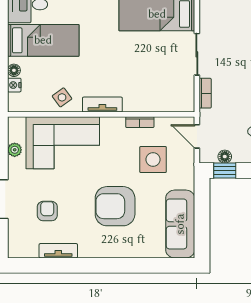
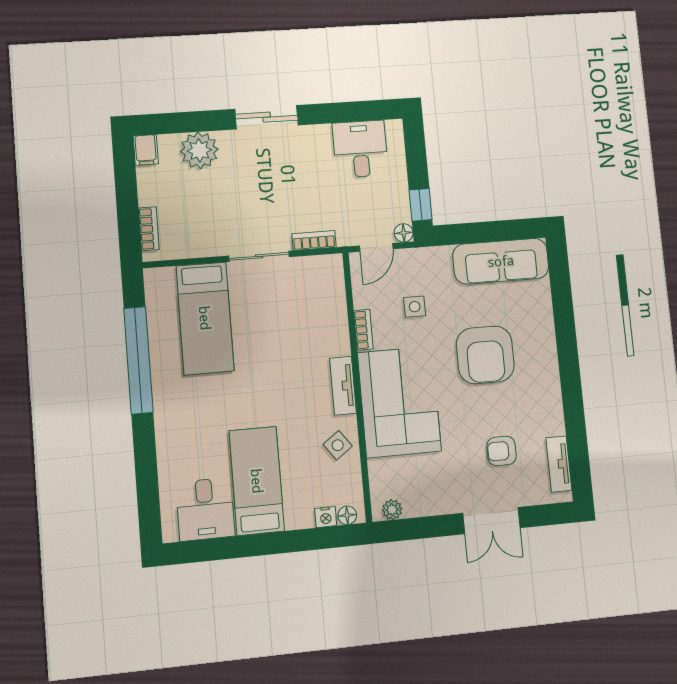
floor lamp: (14, 70) -> (347, 515), moved
corner sofa: (63, 143) -> (399, 402), moved
plant: (15, 150) -> (392, 510), moved
floor lamp: (225, 157) -> (404, 233), moved
side table: (153, 160) -> (415, 307), width x0.54, depth x0.54
tv unit: (58, 251) -> (559, 464), moved

